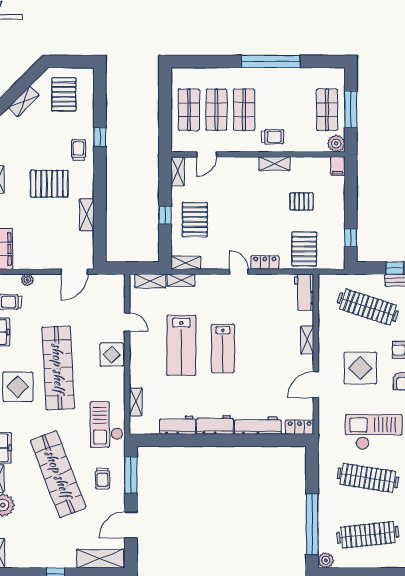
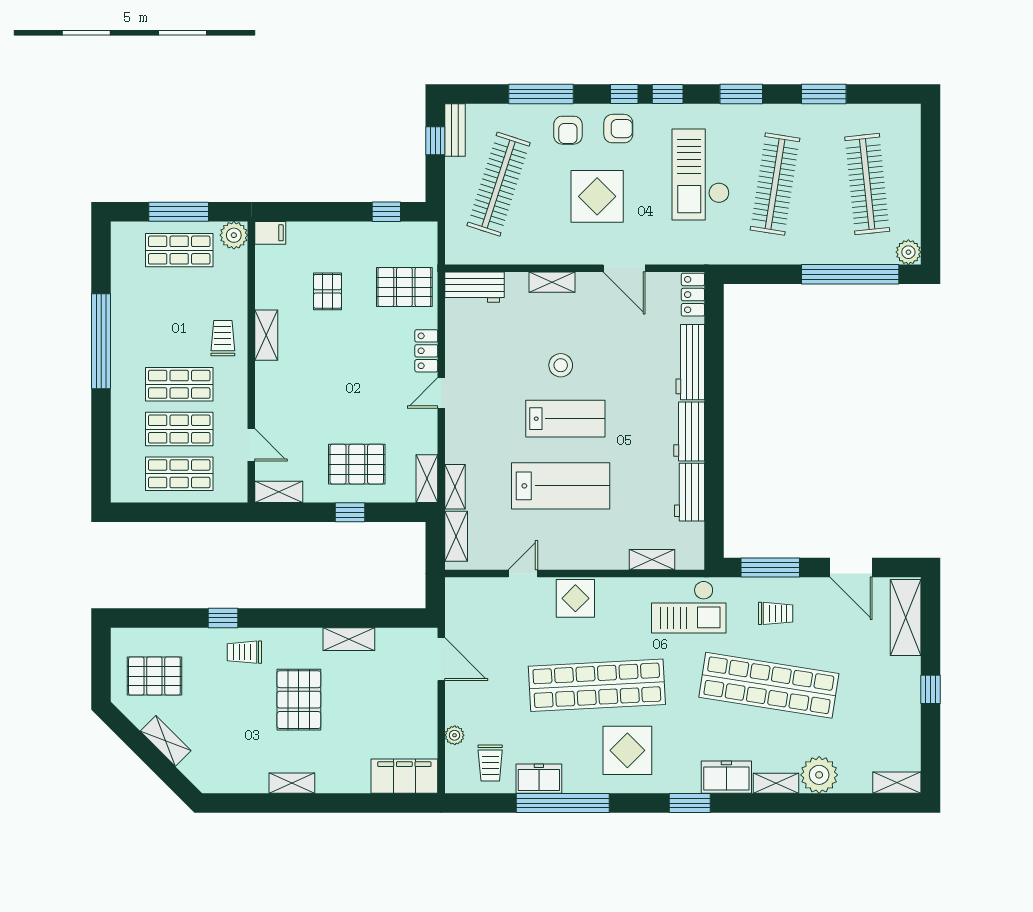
stool: (256, 345) -> (561, 365), added
shop shelf: (58, 474) -> (769, 685), turned 30

